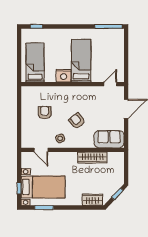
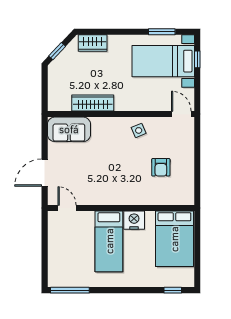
bed: (35, 63) -> (174, 239), width x1.50
door: (110, 84) -> (67, 208), swing flipped
armchair: (77, 121) -> (115, 155), removed
door: (41, 150) -> (181, 114), moved

